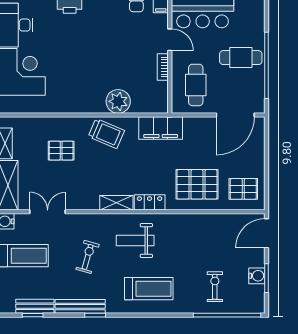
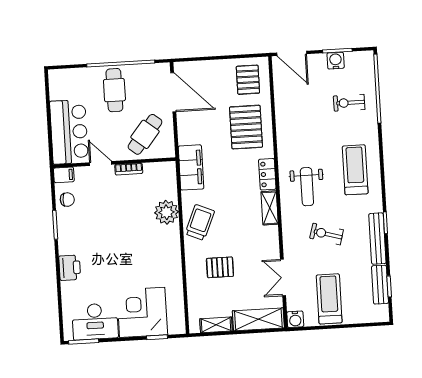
door: (170, 40) -> (101, 163), hinge flipped
cafe table: (196, 85) -> (145, 134), turned -51
pallet: (61, 151) -> (220, 267), turned 90

